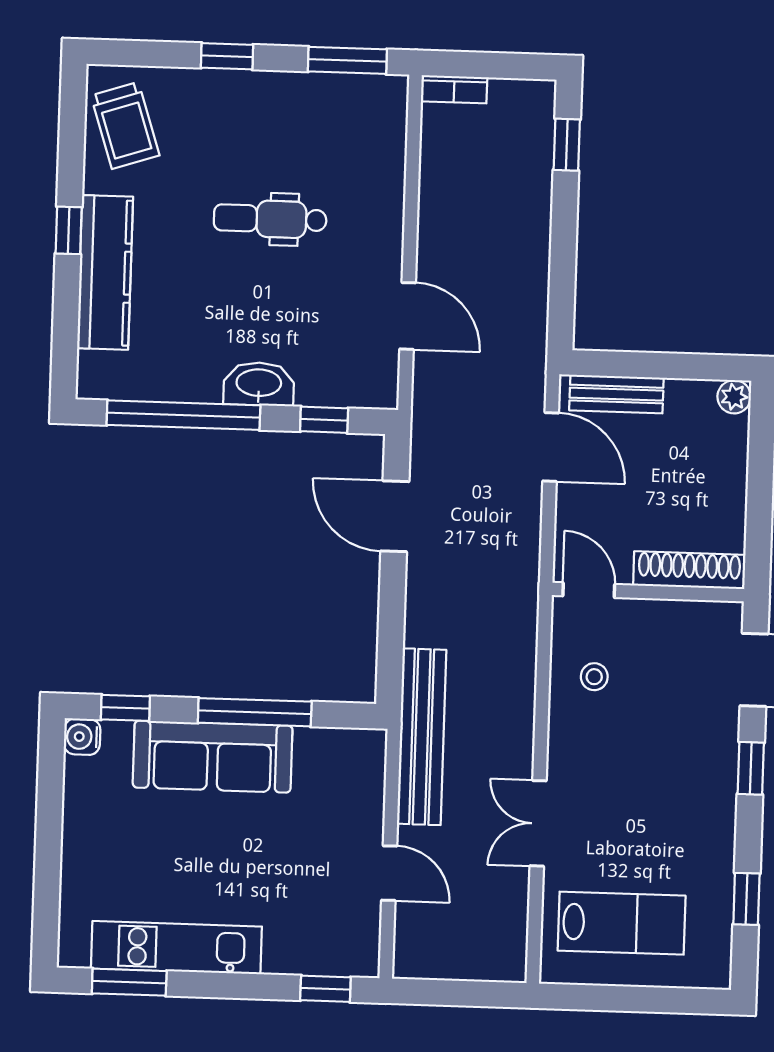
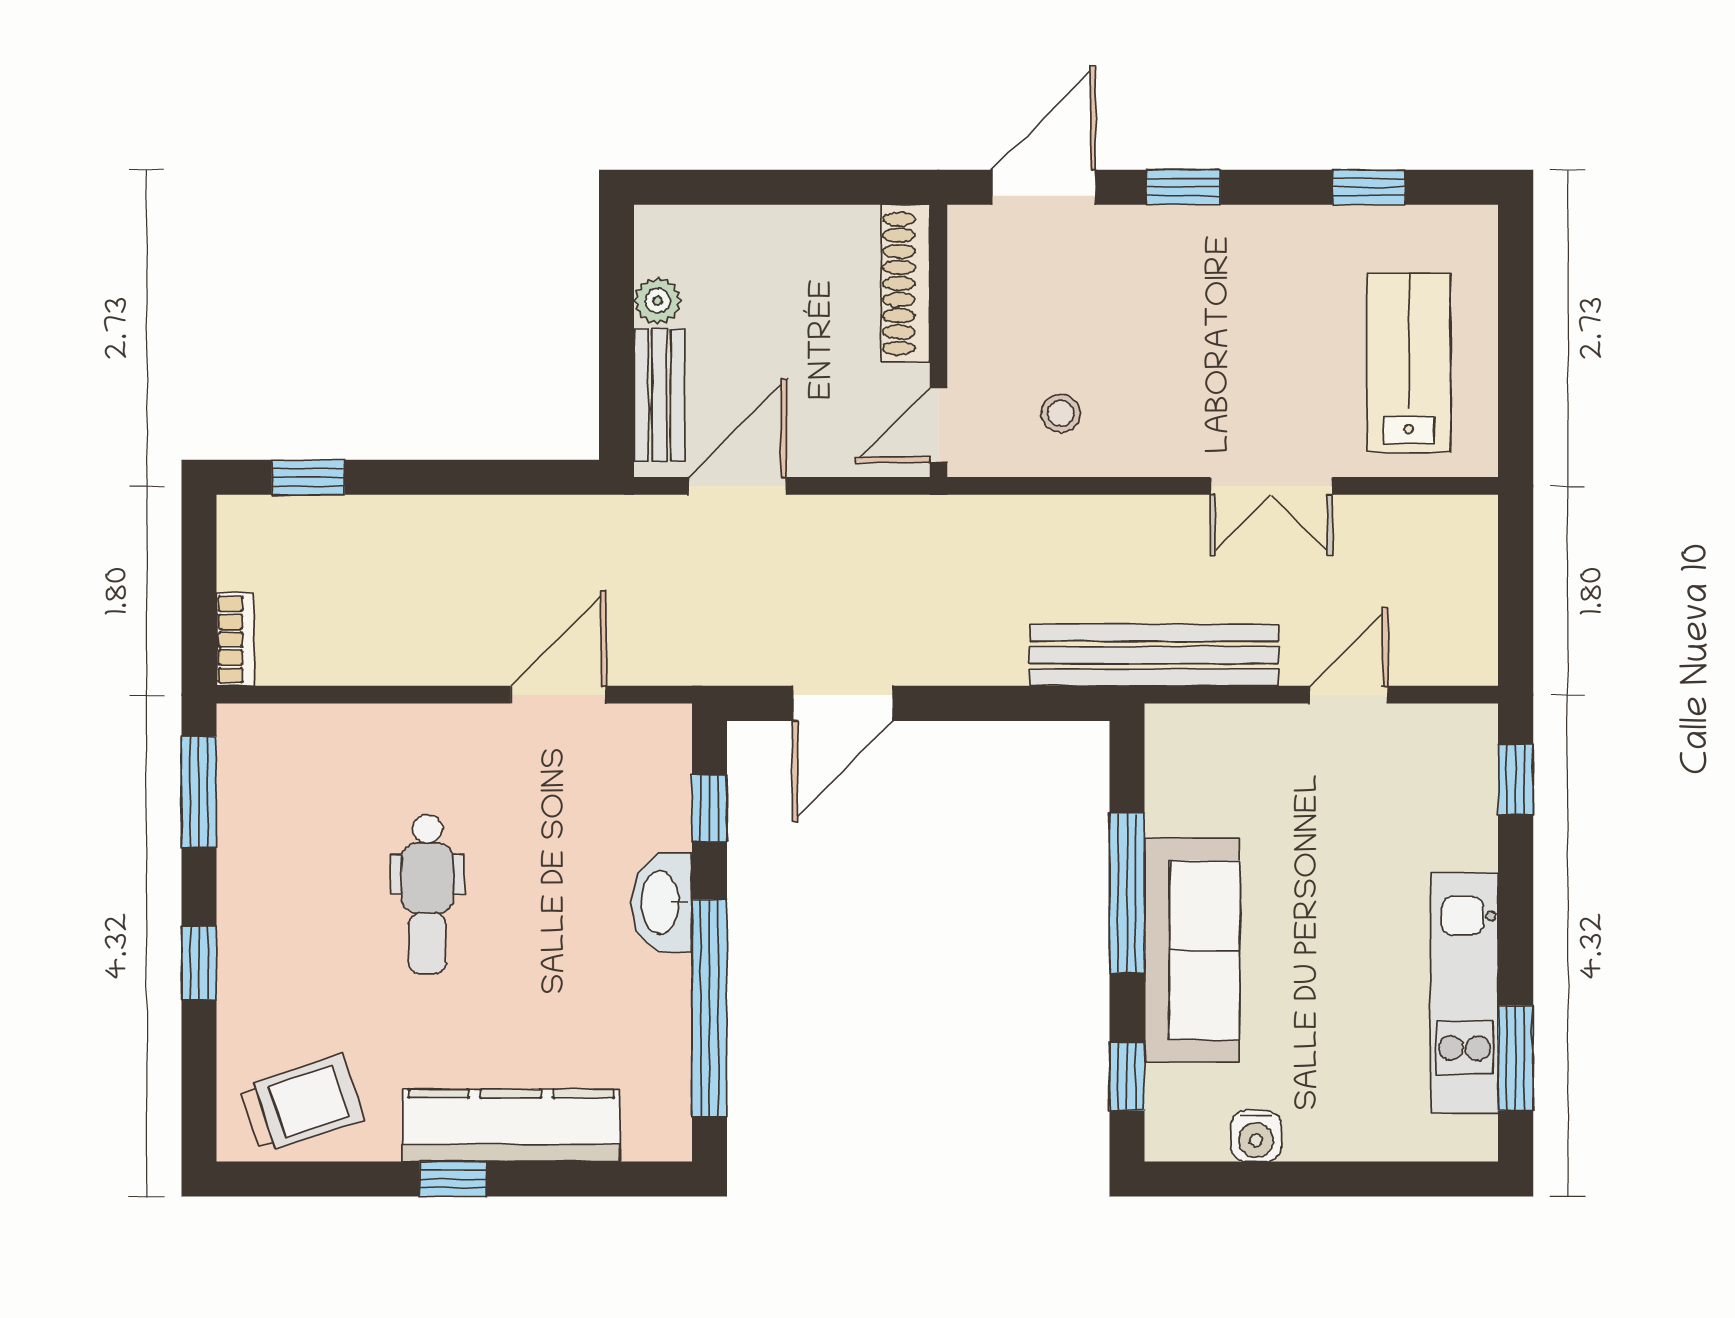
plant: (734, 397) -> (658, 301), moved
water cooler: (82, 737) -> (1256, 1136), moved

